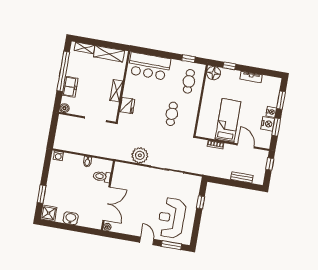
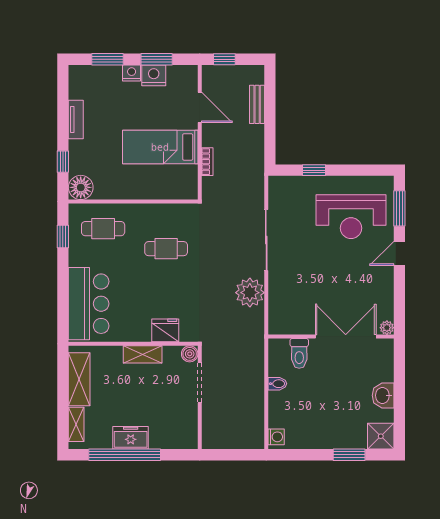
freezer: (70, 87) -> (131, 438), moved
boiler: (64, 108) -> (190, 354), moved
door: (246, 146) -> (200, 107), swing flipped

